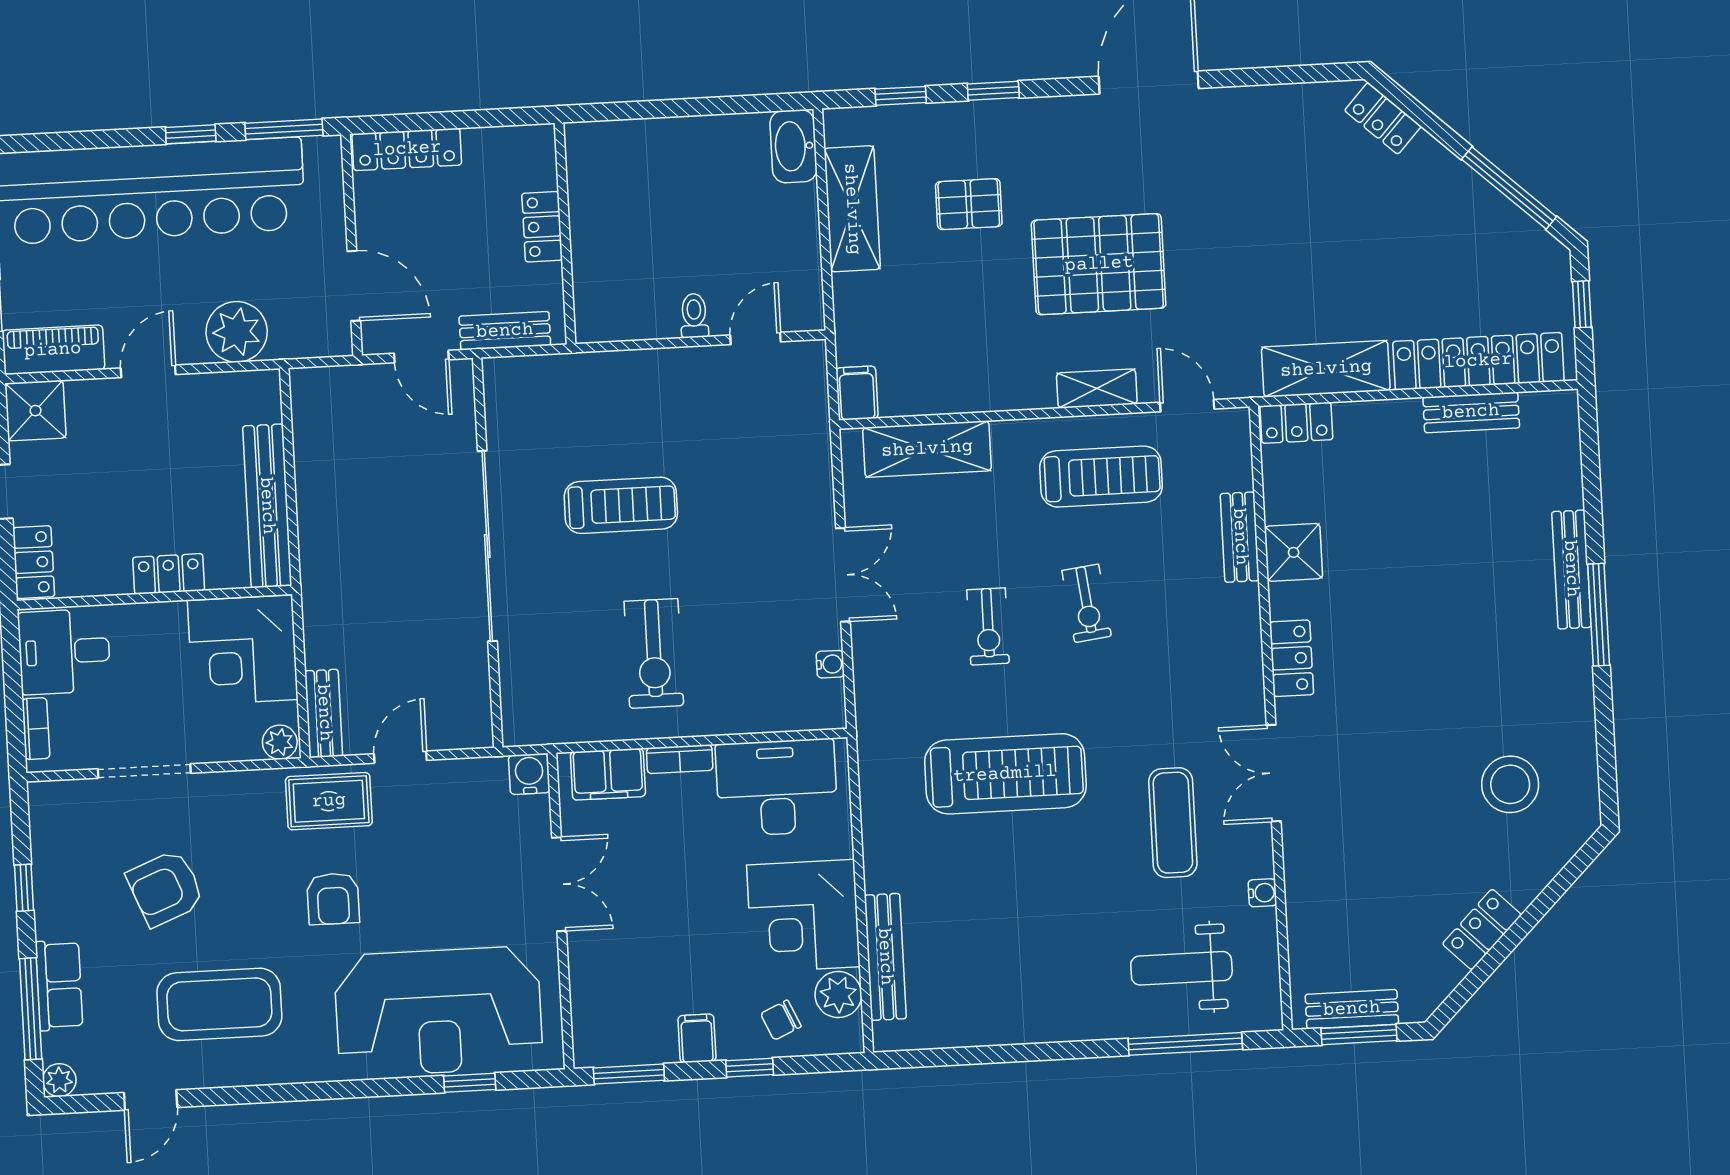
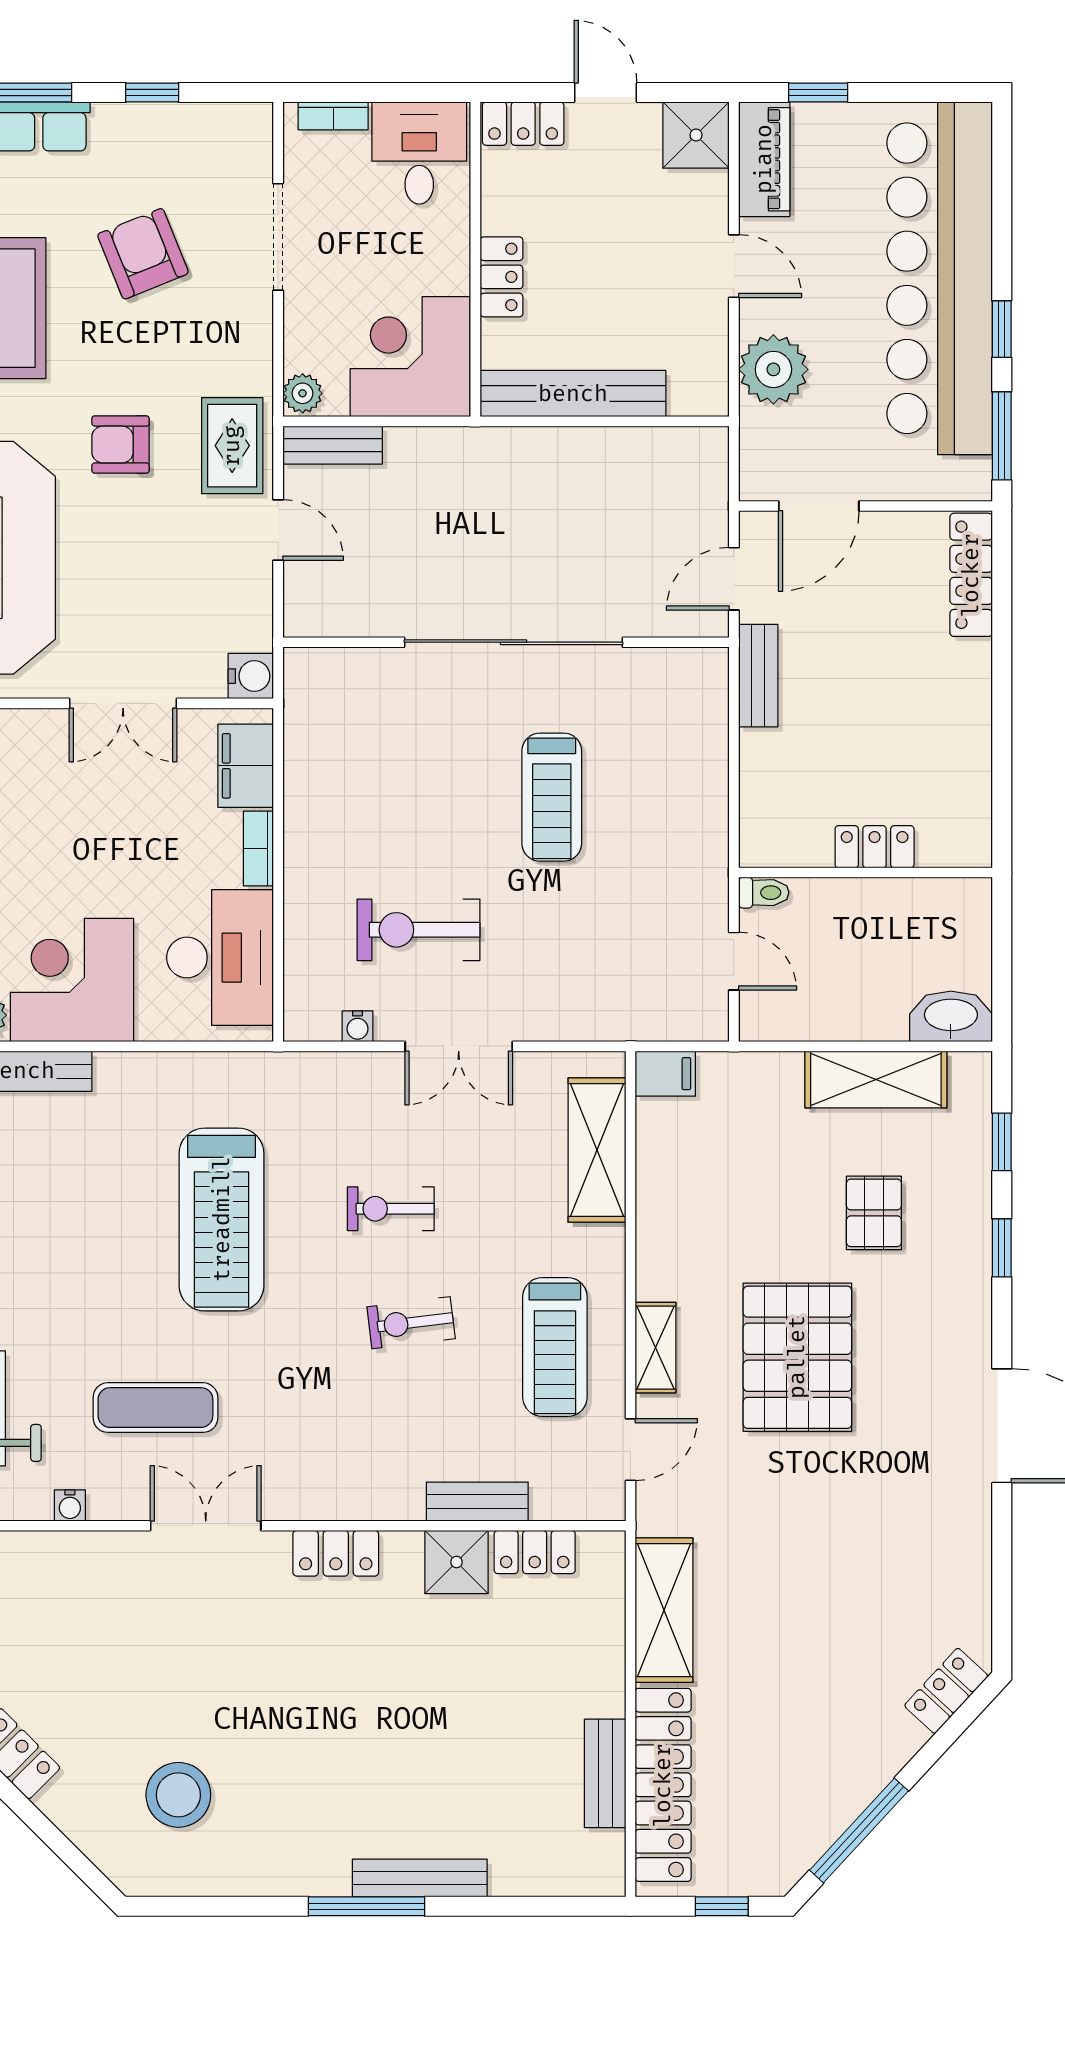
locker: (542, 227) -> (875, 847), moved
wall: (565, 233) -> (865, 873), moved
locker: (1296, 423) -> (535, 1552), moved, turned -90
exercise bike: (654, 653) -> (419, 930), moved

